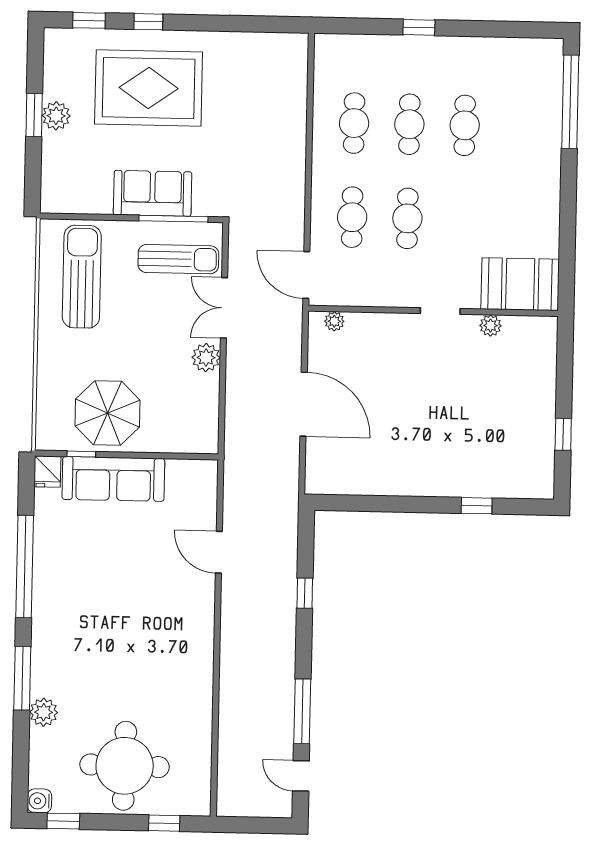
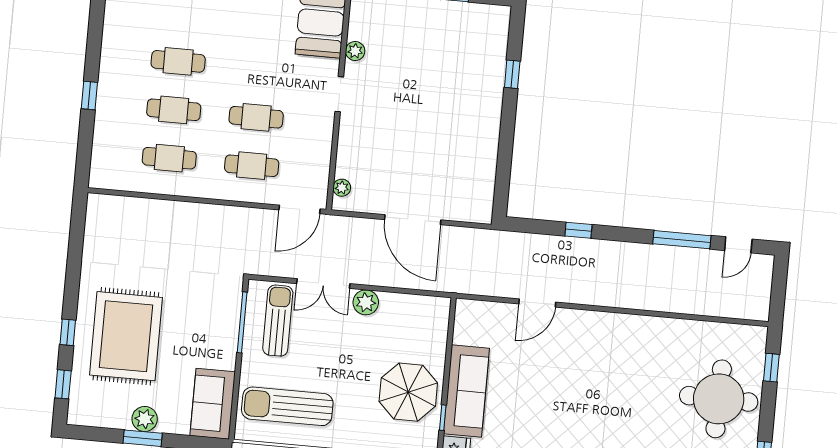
sofa: (153, 193) -> (213, 404), moved
door: (304, 404) -> (413, 220), swing flipped

